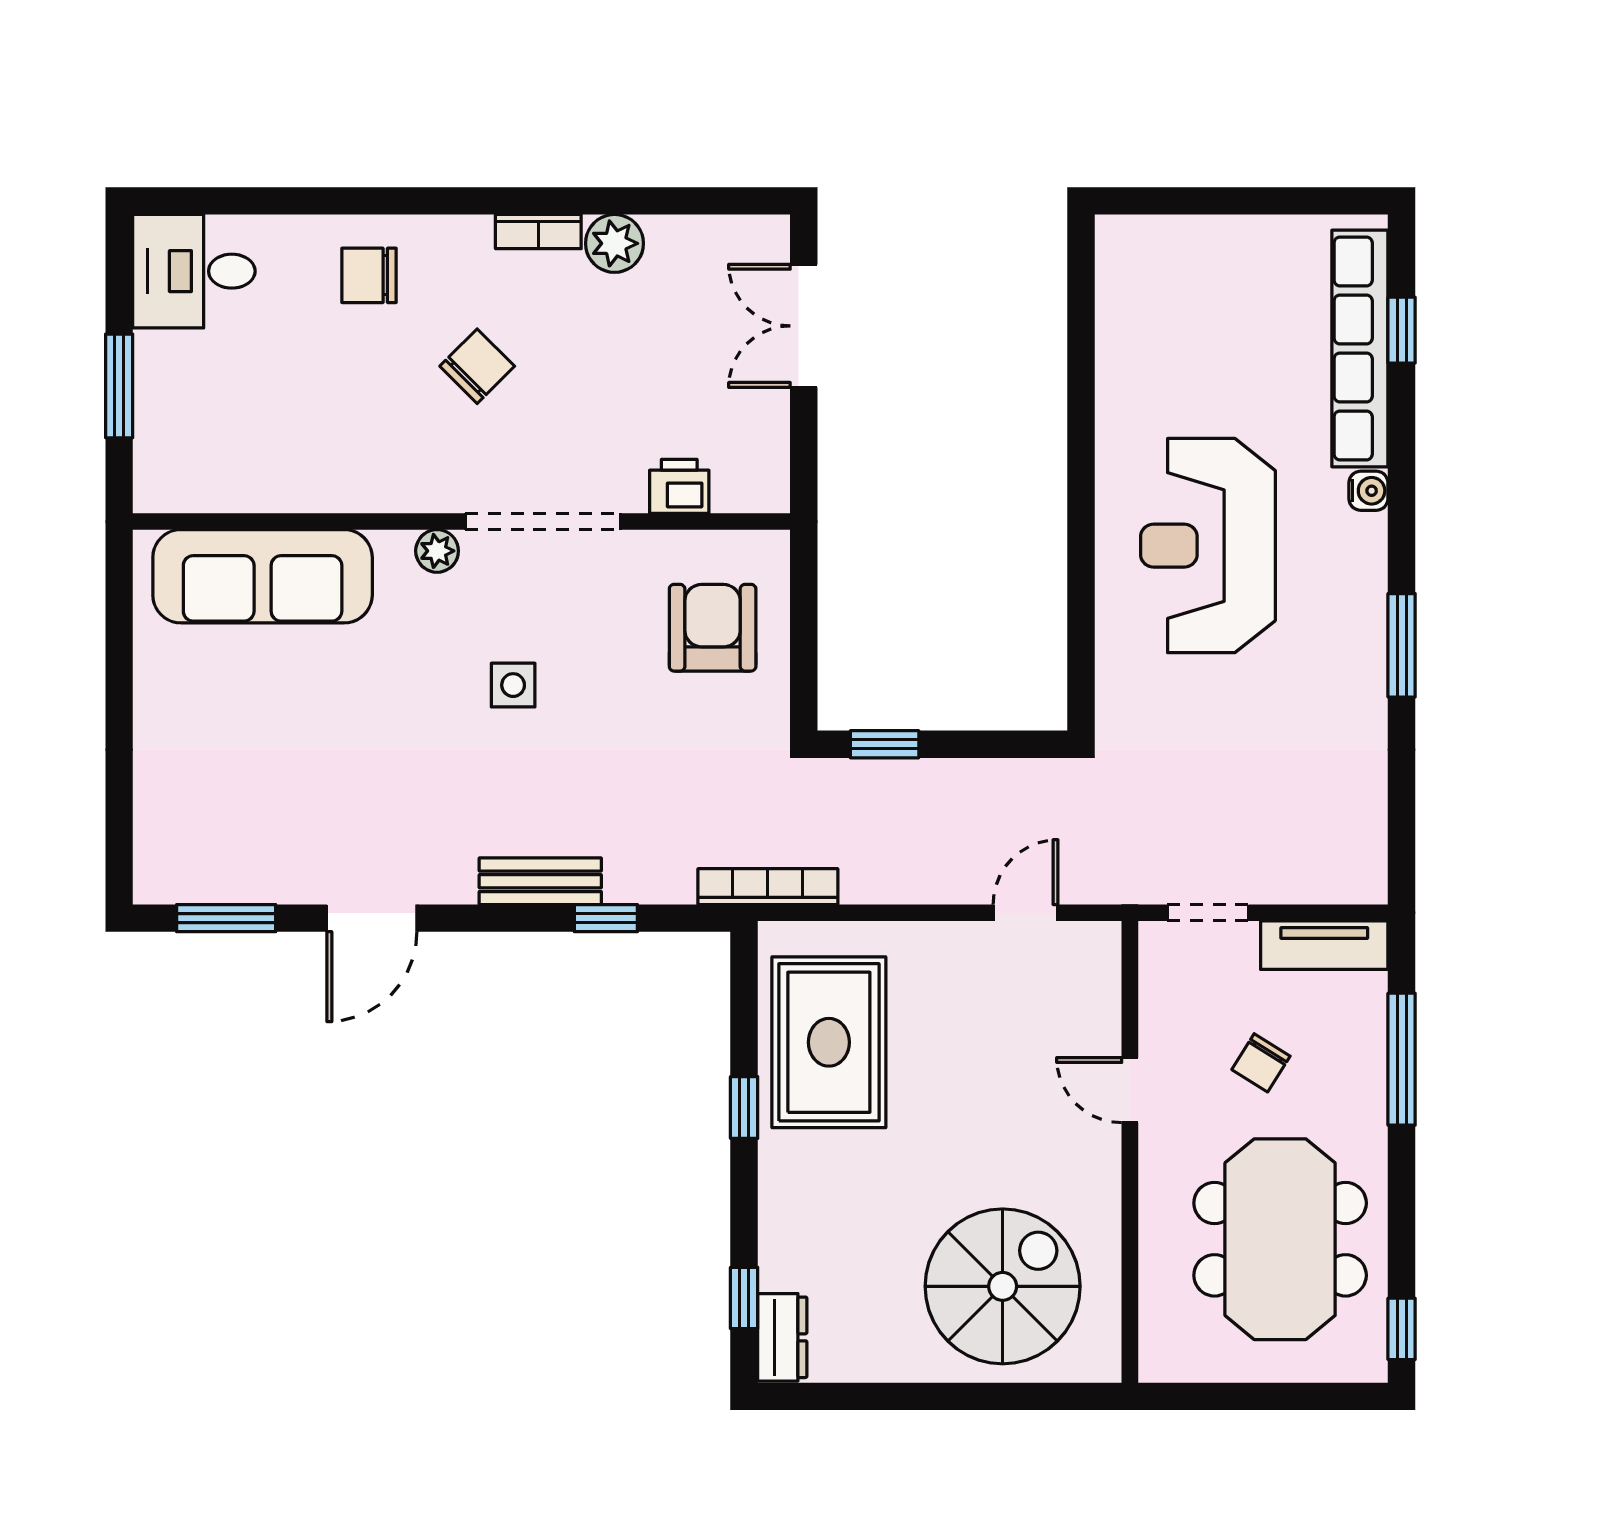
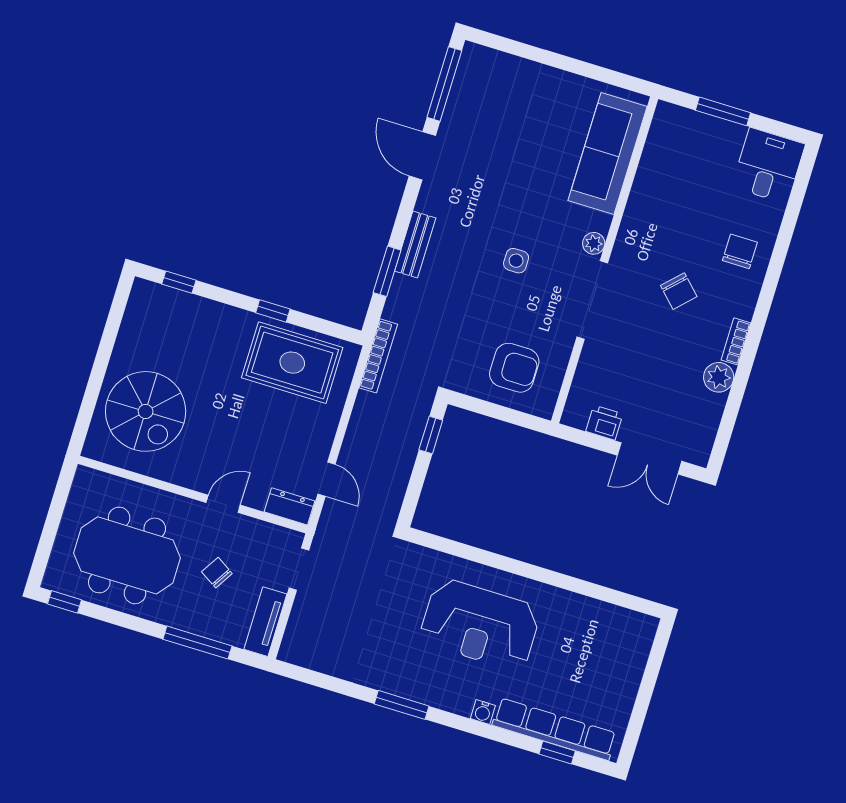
double door: (804, 326) -> (649, 458), swing flipped
printer: (679, 486) -> (604, 423), moved, turned -90
reception desk: (1208, 546) -> (480, 625), turned 180
window: (226, 918) -> (444, 84), width x1.44
window: (606, 918) -> (387, 271), width x1.50
dresser: (782, 1337) -> (290, 506), moved, turned 180

